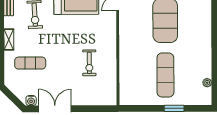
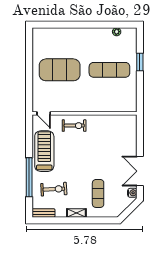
exercise bike: (89, 63) -> (74, 126), moved

